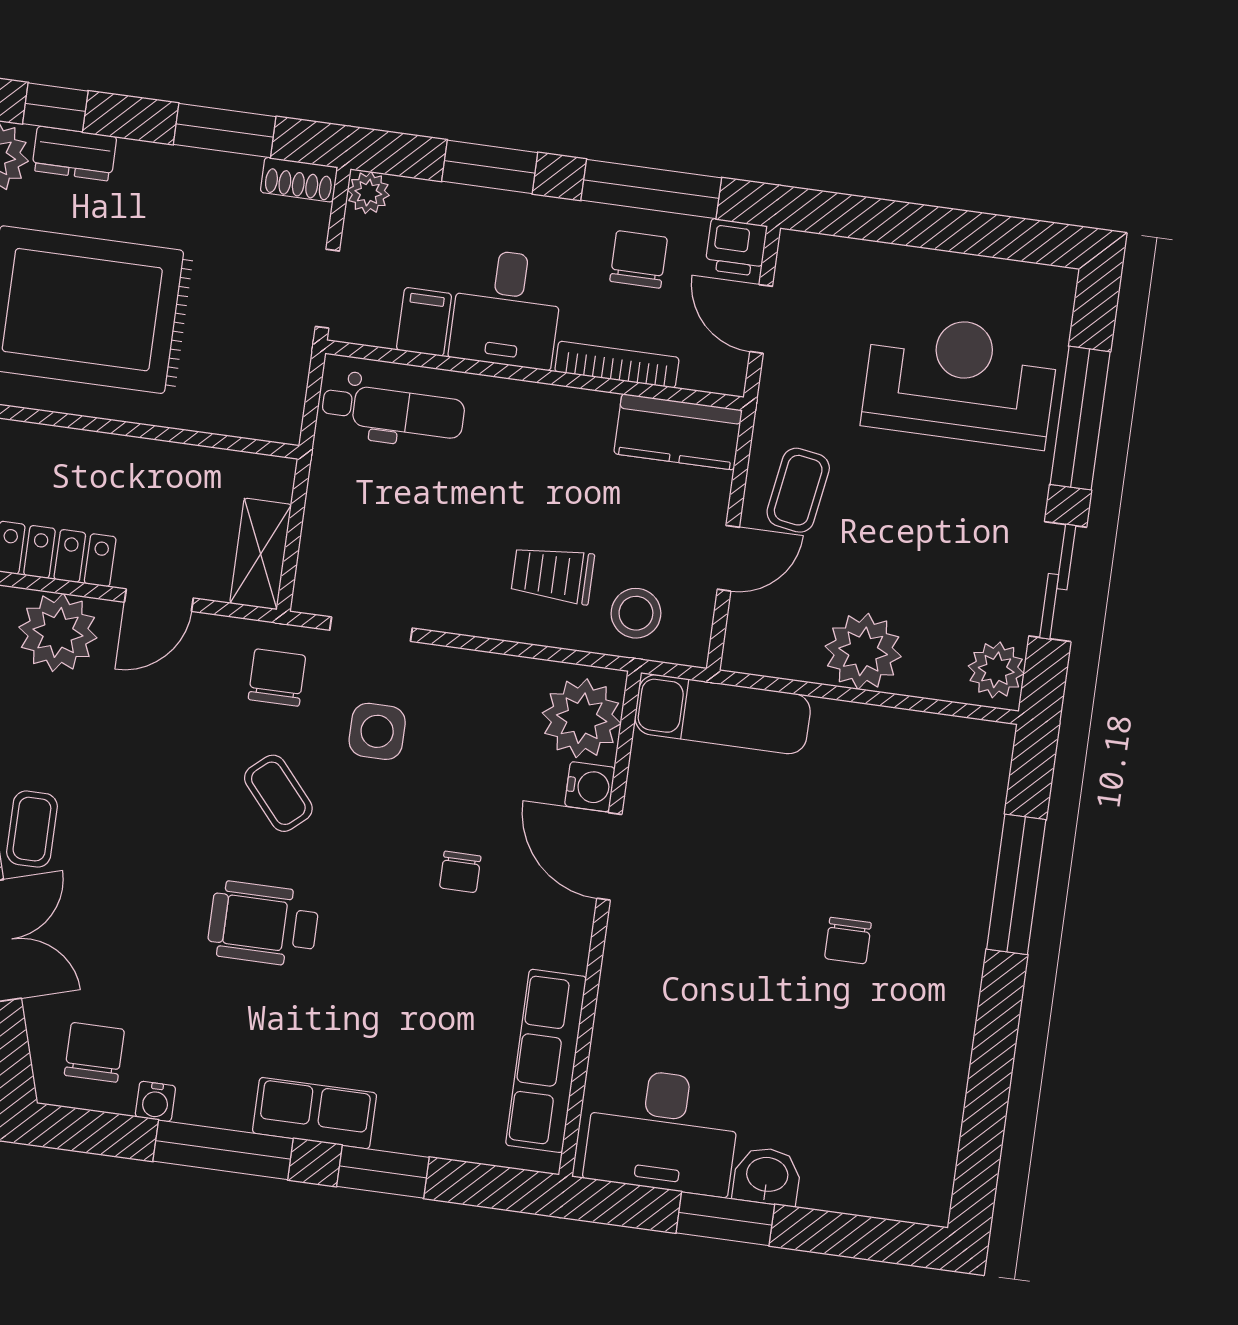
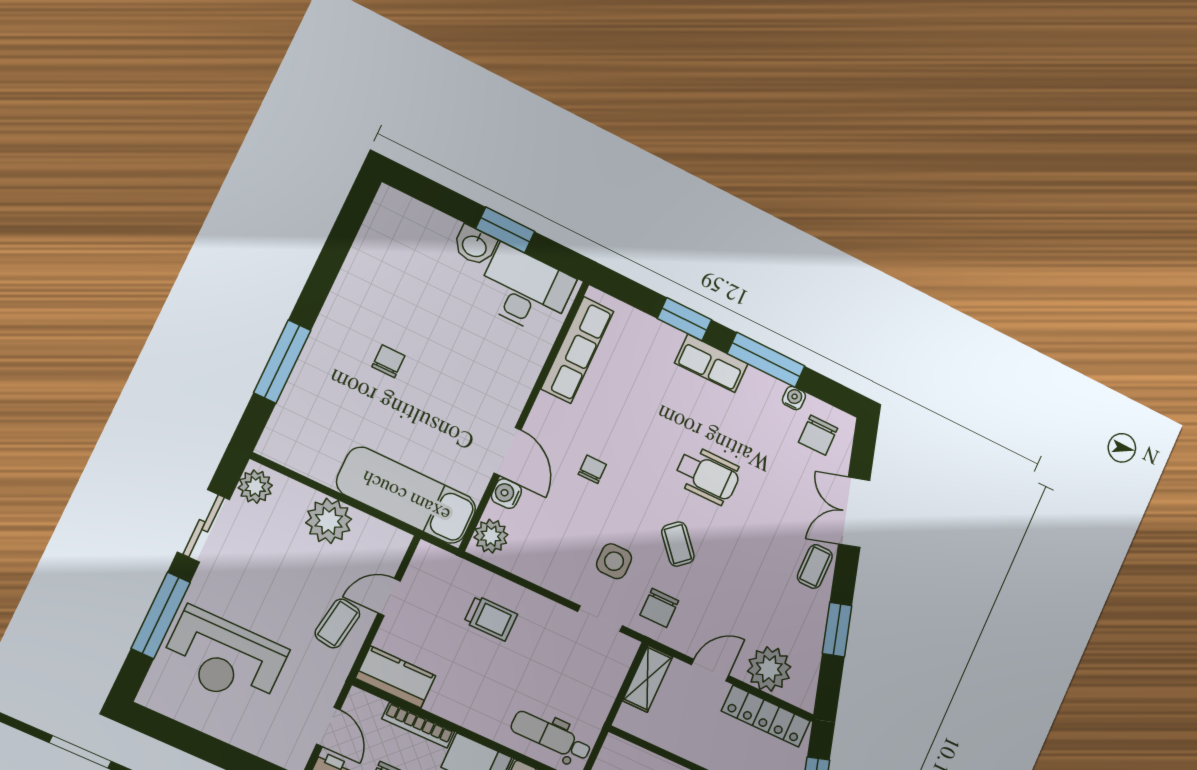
stool: (636, 613) -> (451, 582), removed
exam couch: (723, 714) -> (406, 495), width x1.36, depth x1.45
plant: (582, 718) -> (491, 536), width x0.73, depth x0.73

